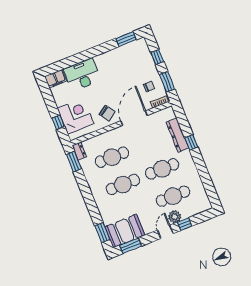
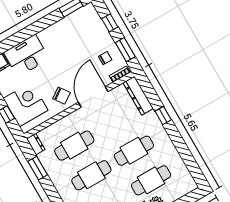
dresser: (178, 135) -> (138, 96), moved
window: (74, 162) -> (38, 168), moved

